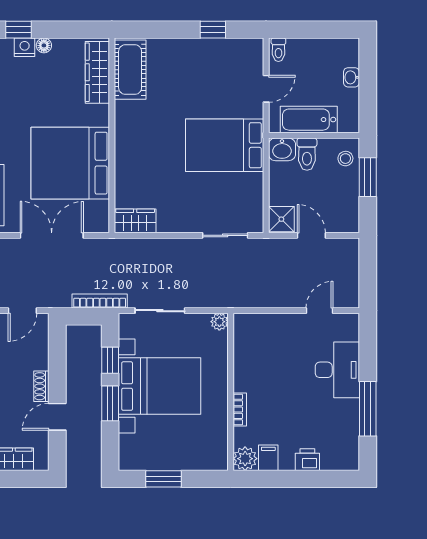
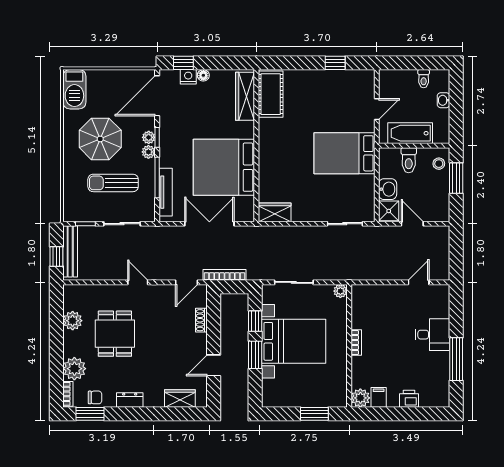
toilet: (278, 50) -> (424, 79), moved
washbasin: (282, 149) -> (388, 189), moved, turned -90
bookcase: (100, 301) -> (224, 275), moved
desk: (337, 370) -> (432, 335), width x0.73
shoe rack: (41, 386) -> (201, 320), moved
bookcase: (240, 410) -> (356, 342), moved
window: (164, 479) -> (314, 414), moved

